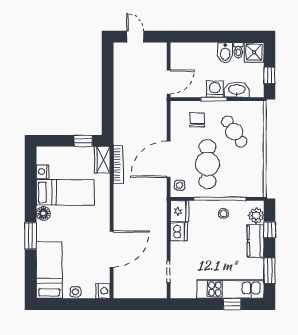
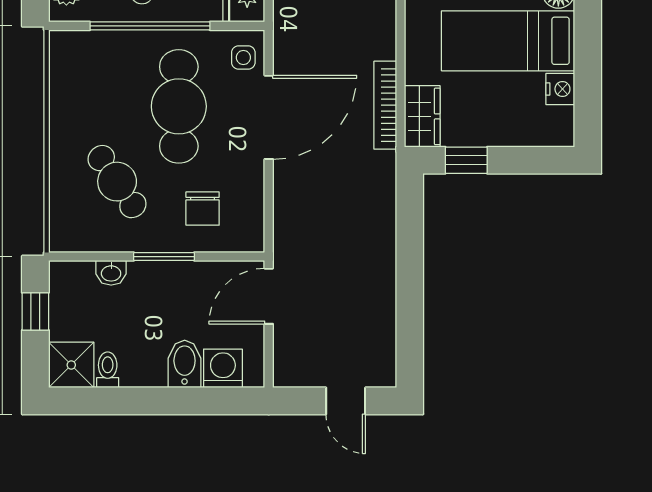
bidet: (225, 53) -> (185, 364), moved
washing machine: (215, 89) -> (223, 368), moved, turned 180
washbasin: (237, 90) -> (111, 273), width x0.52, depth x0.69

